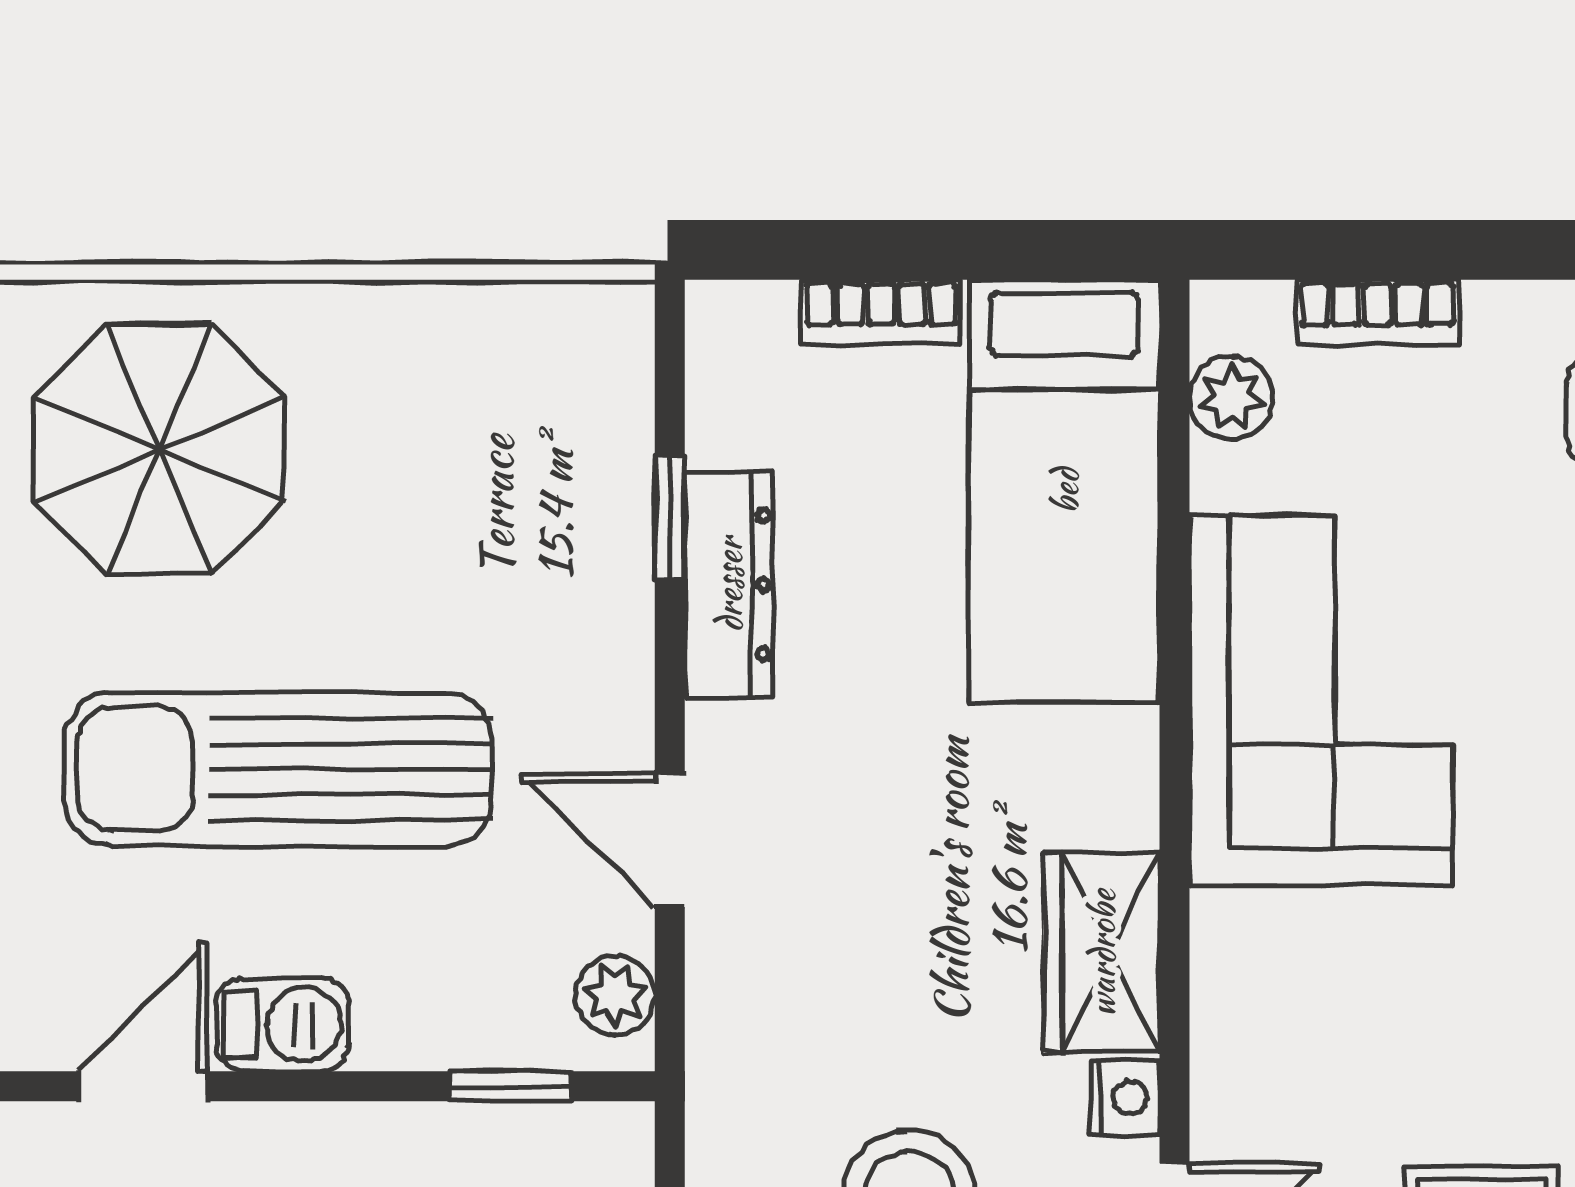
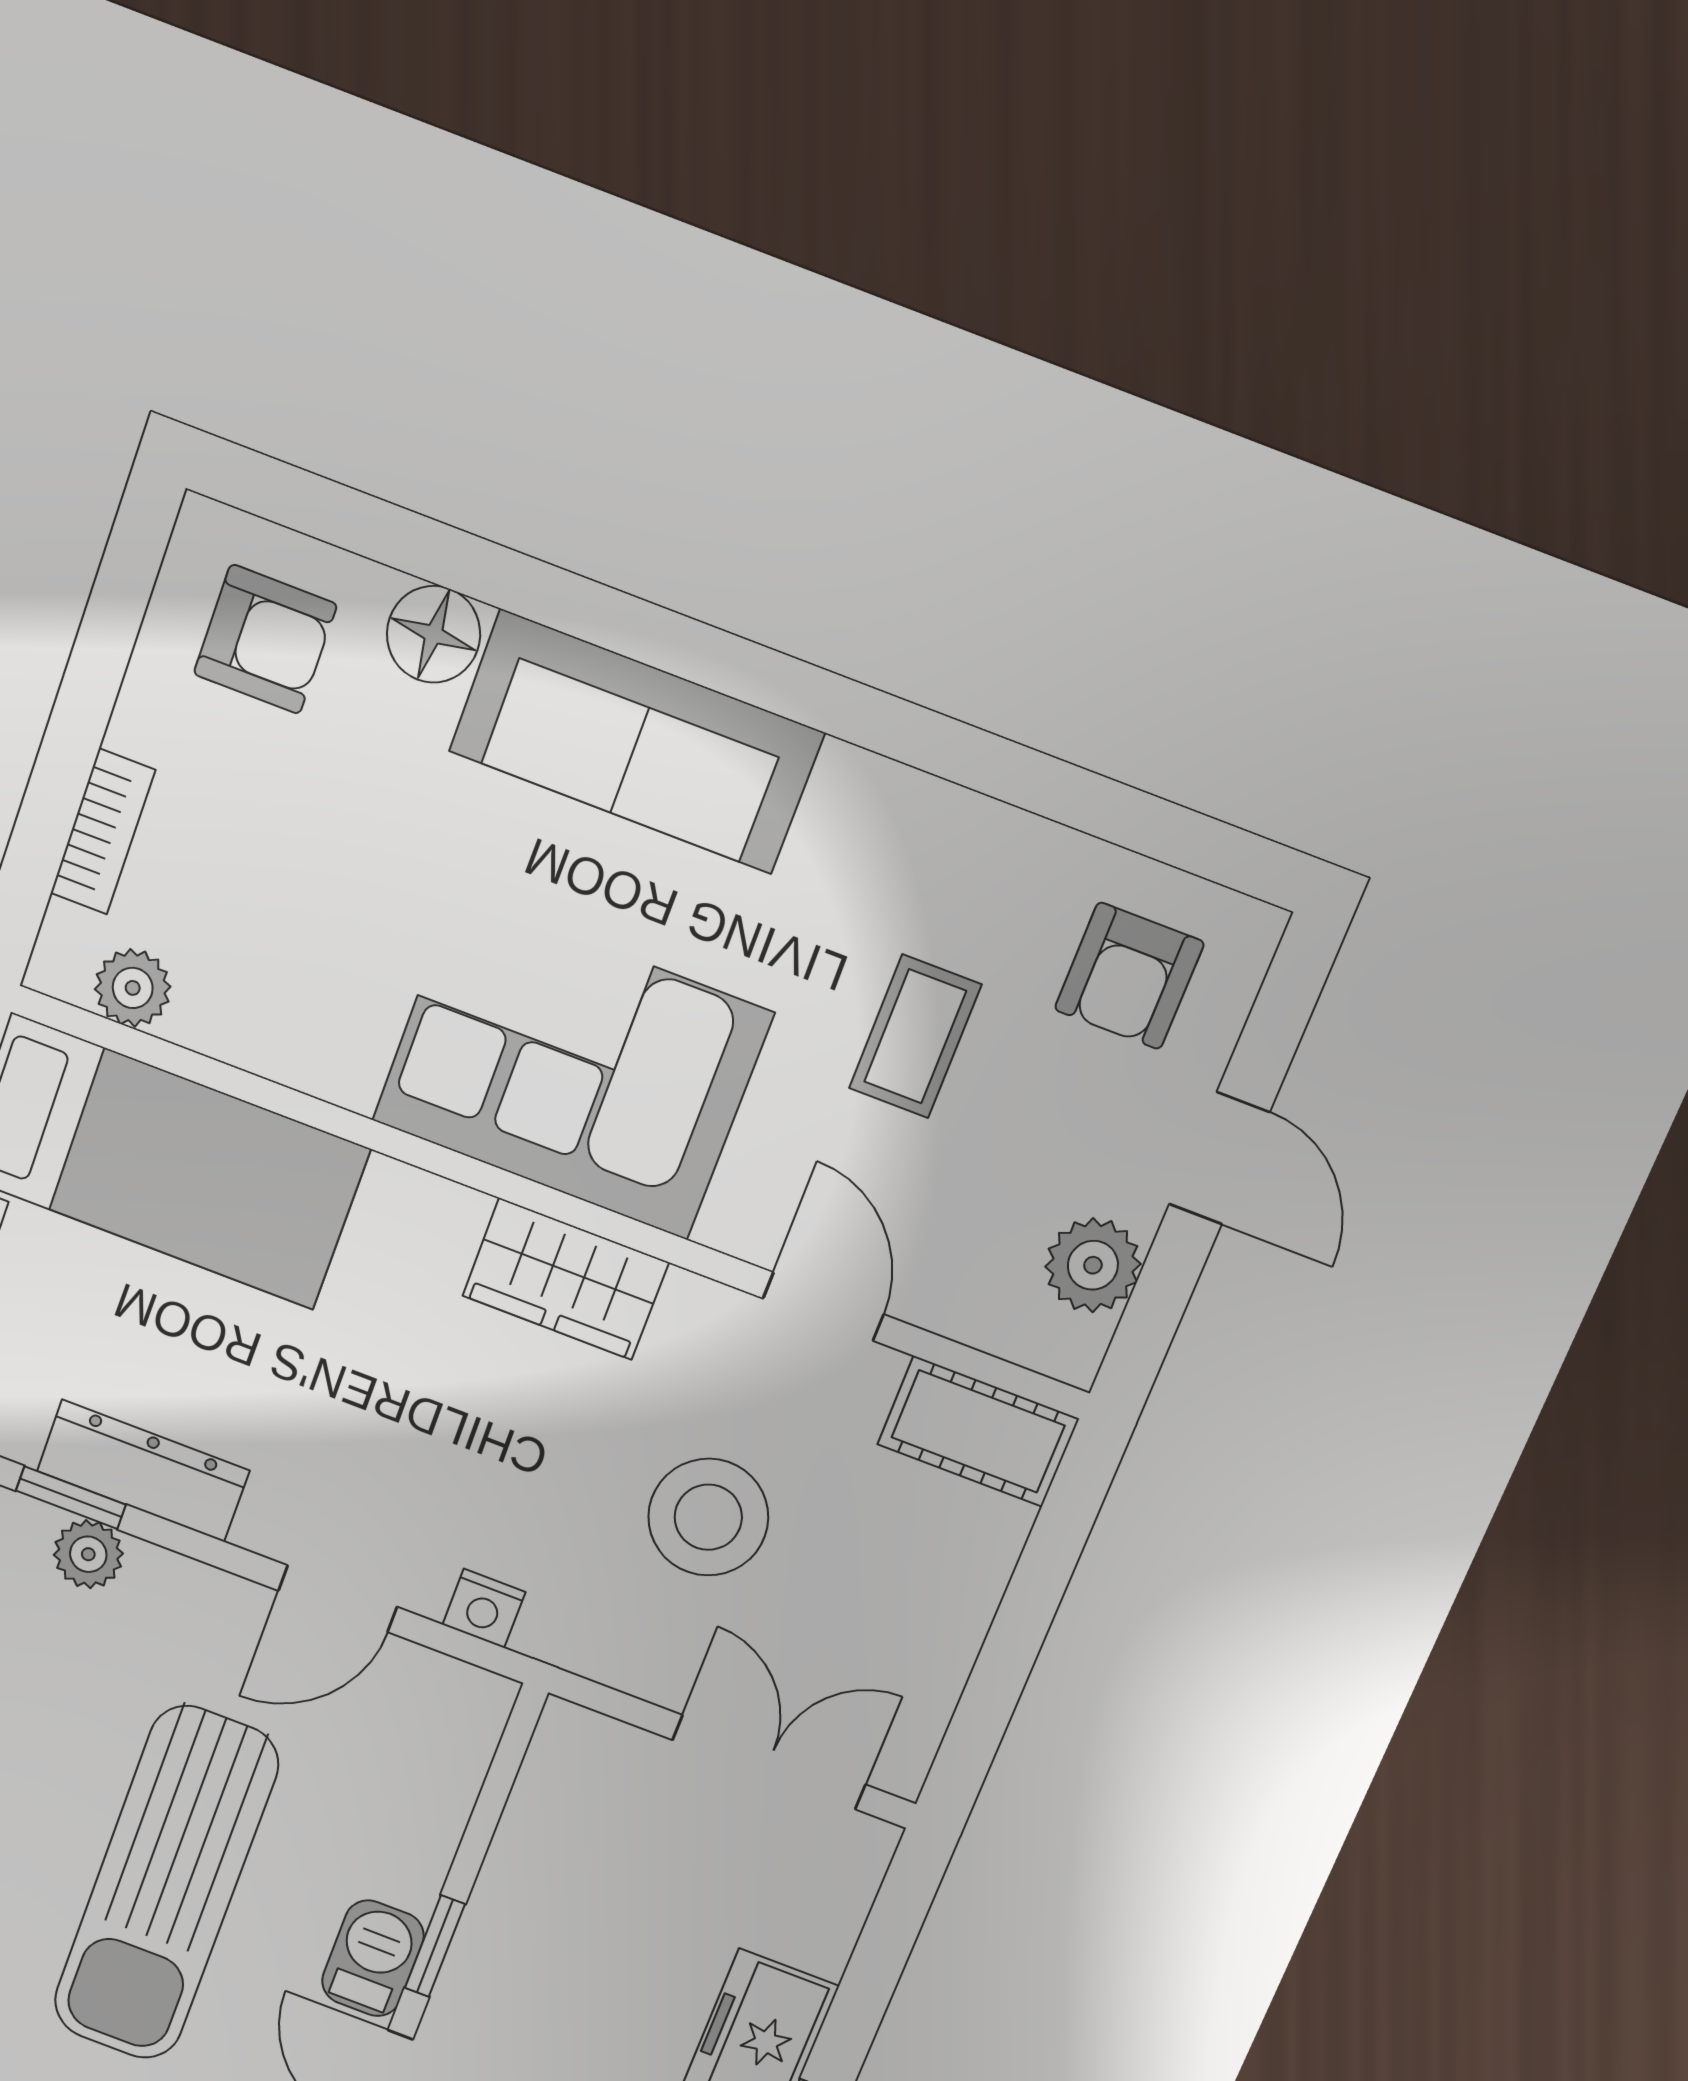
corner sofa: (1321, 700) -> (572, 1067), moved
plant: (615, 995) -> (88, 1554), moved
window: (511, 1086) -> (435, 1946), moved
nightstand: (1125, 1098) -> (484, 1608), moved, turned 180

